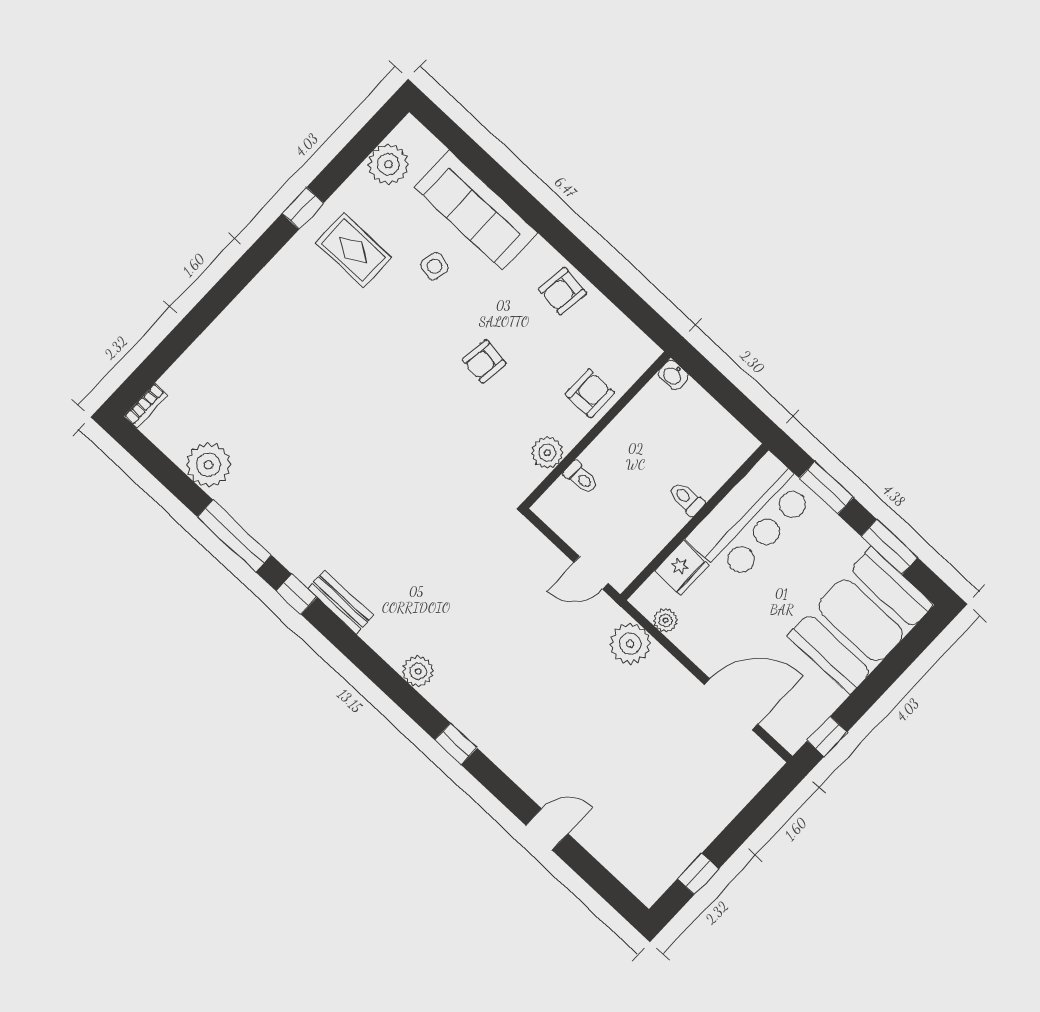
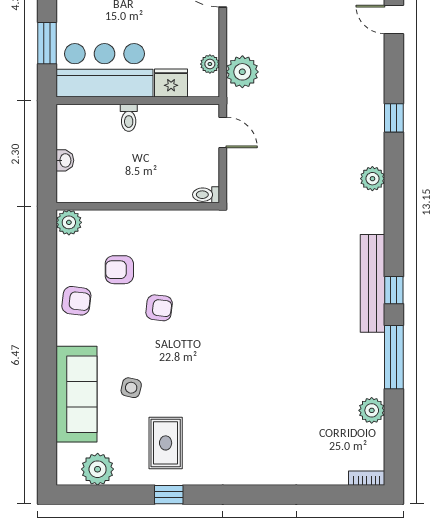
washbasin: (673, 375) -> (65, 160), moved
armchair: (590, 393) -> (119, 270), moved
plant: (547, 453) -> (69, 222), moved
plant: (208, 465) -> (372, 410), width x0.73, depth x0.73
toilet: (581, 478) -> (206, 195), moved, turned -90
bench: (340, 602) -> (373, 283), width x1.86, depth x1.21

